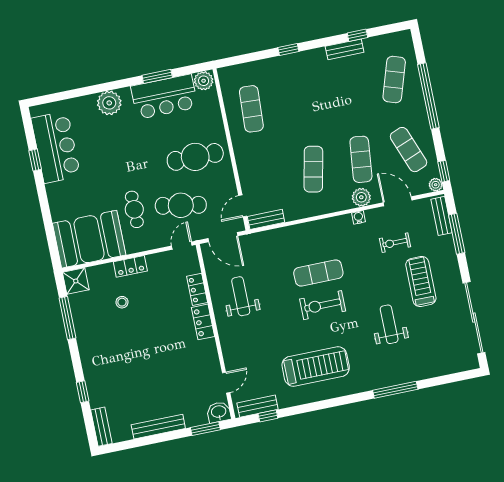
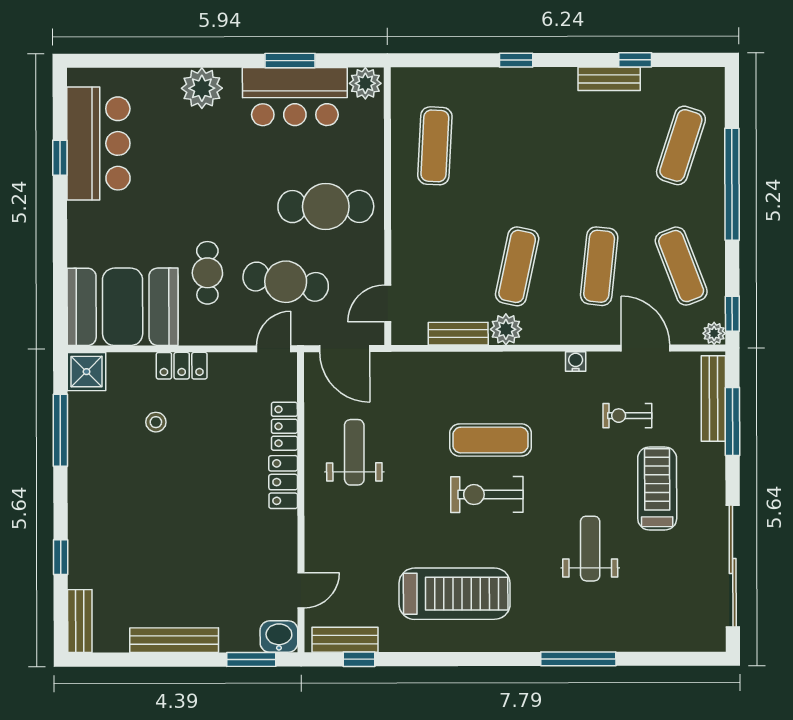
plant: (361, 197) -> (506, 329), moved
bench: (441, 216) -> (713, 398), width x1.36
bench: (266, 219) -> (458, 334), moved

